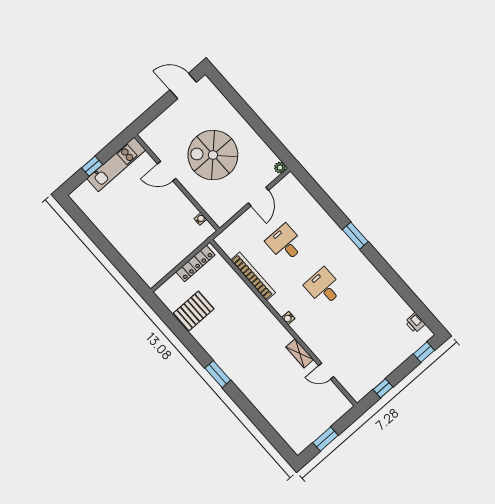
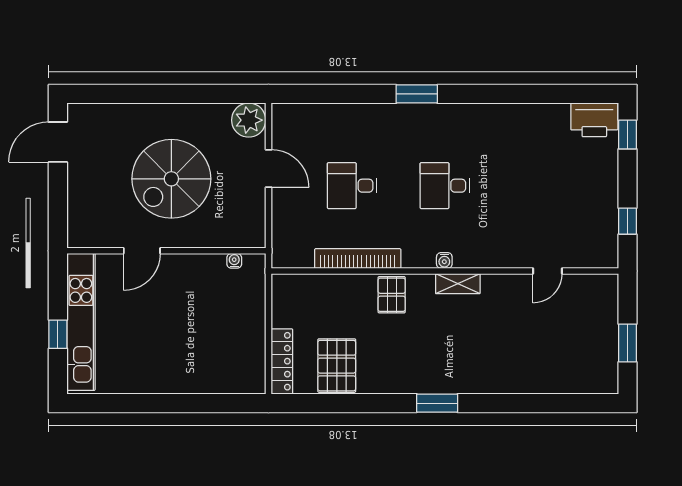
kitchen unit: (116, 164) -> (81, 322), width x1.36
plant: (280, 168) -> (249, 120), width x1.87, depth x1.87
locker: (195, 263) -> (282, 361), moved
pallet: (250, 307) -> (392, 295), added
printer: (415, 323) -> (594, 120), width x1.87, depth x1.48
shelving: (300, 353) -> (458, 284), moved

